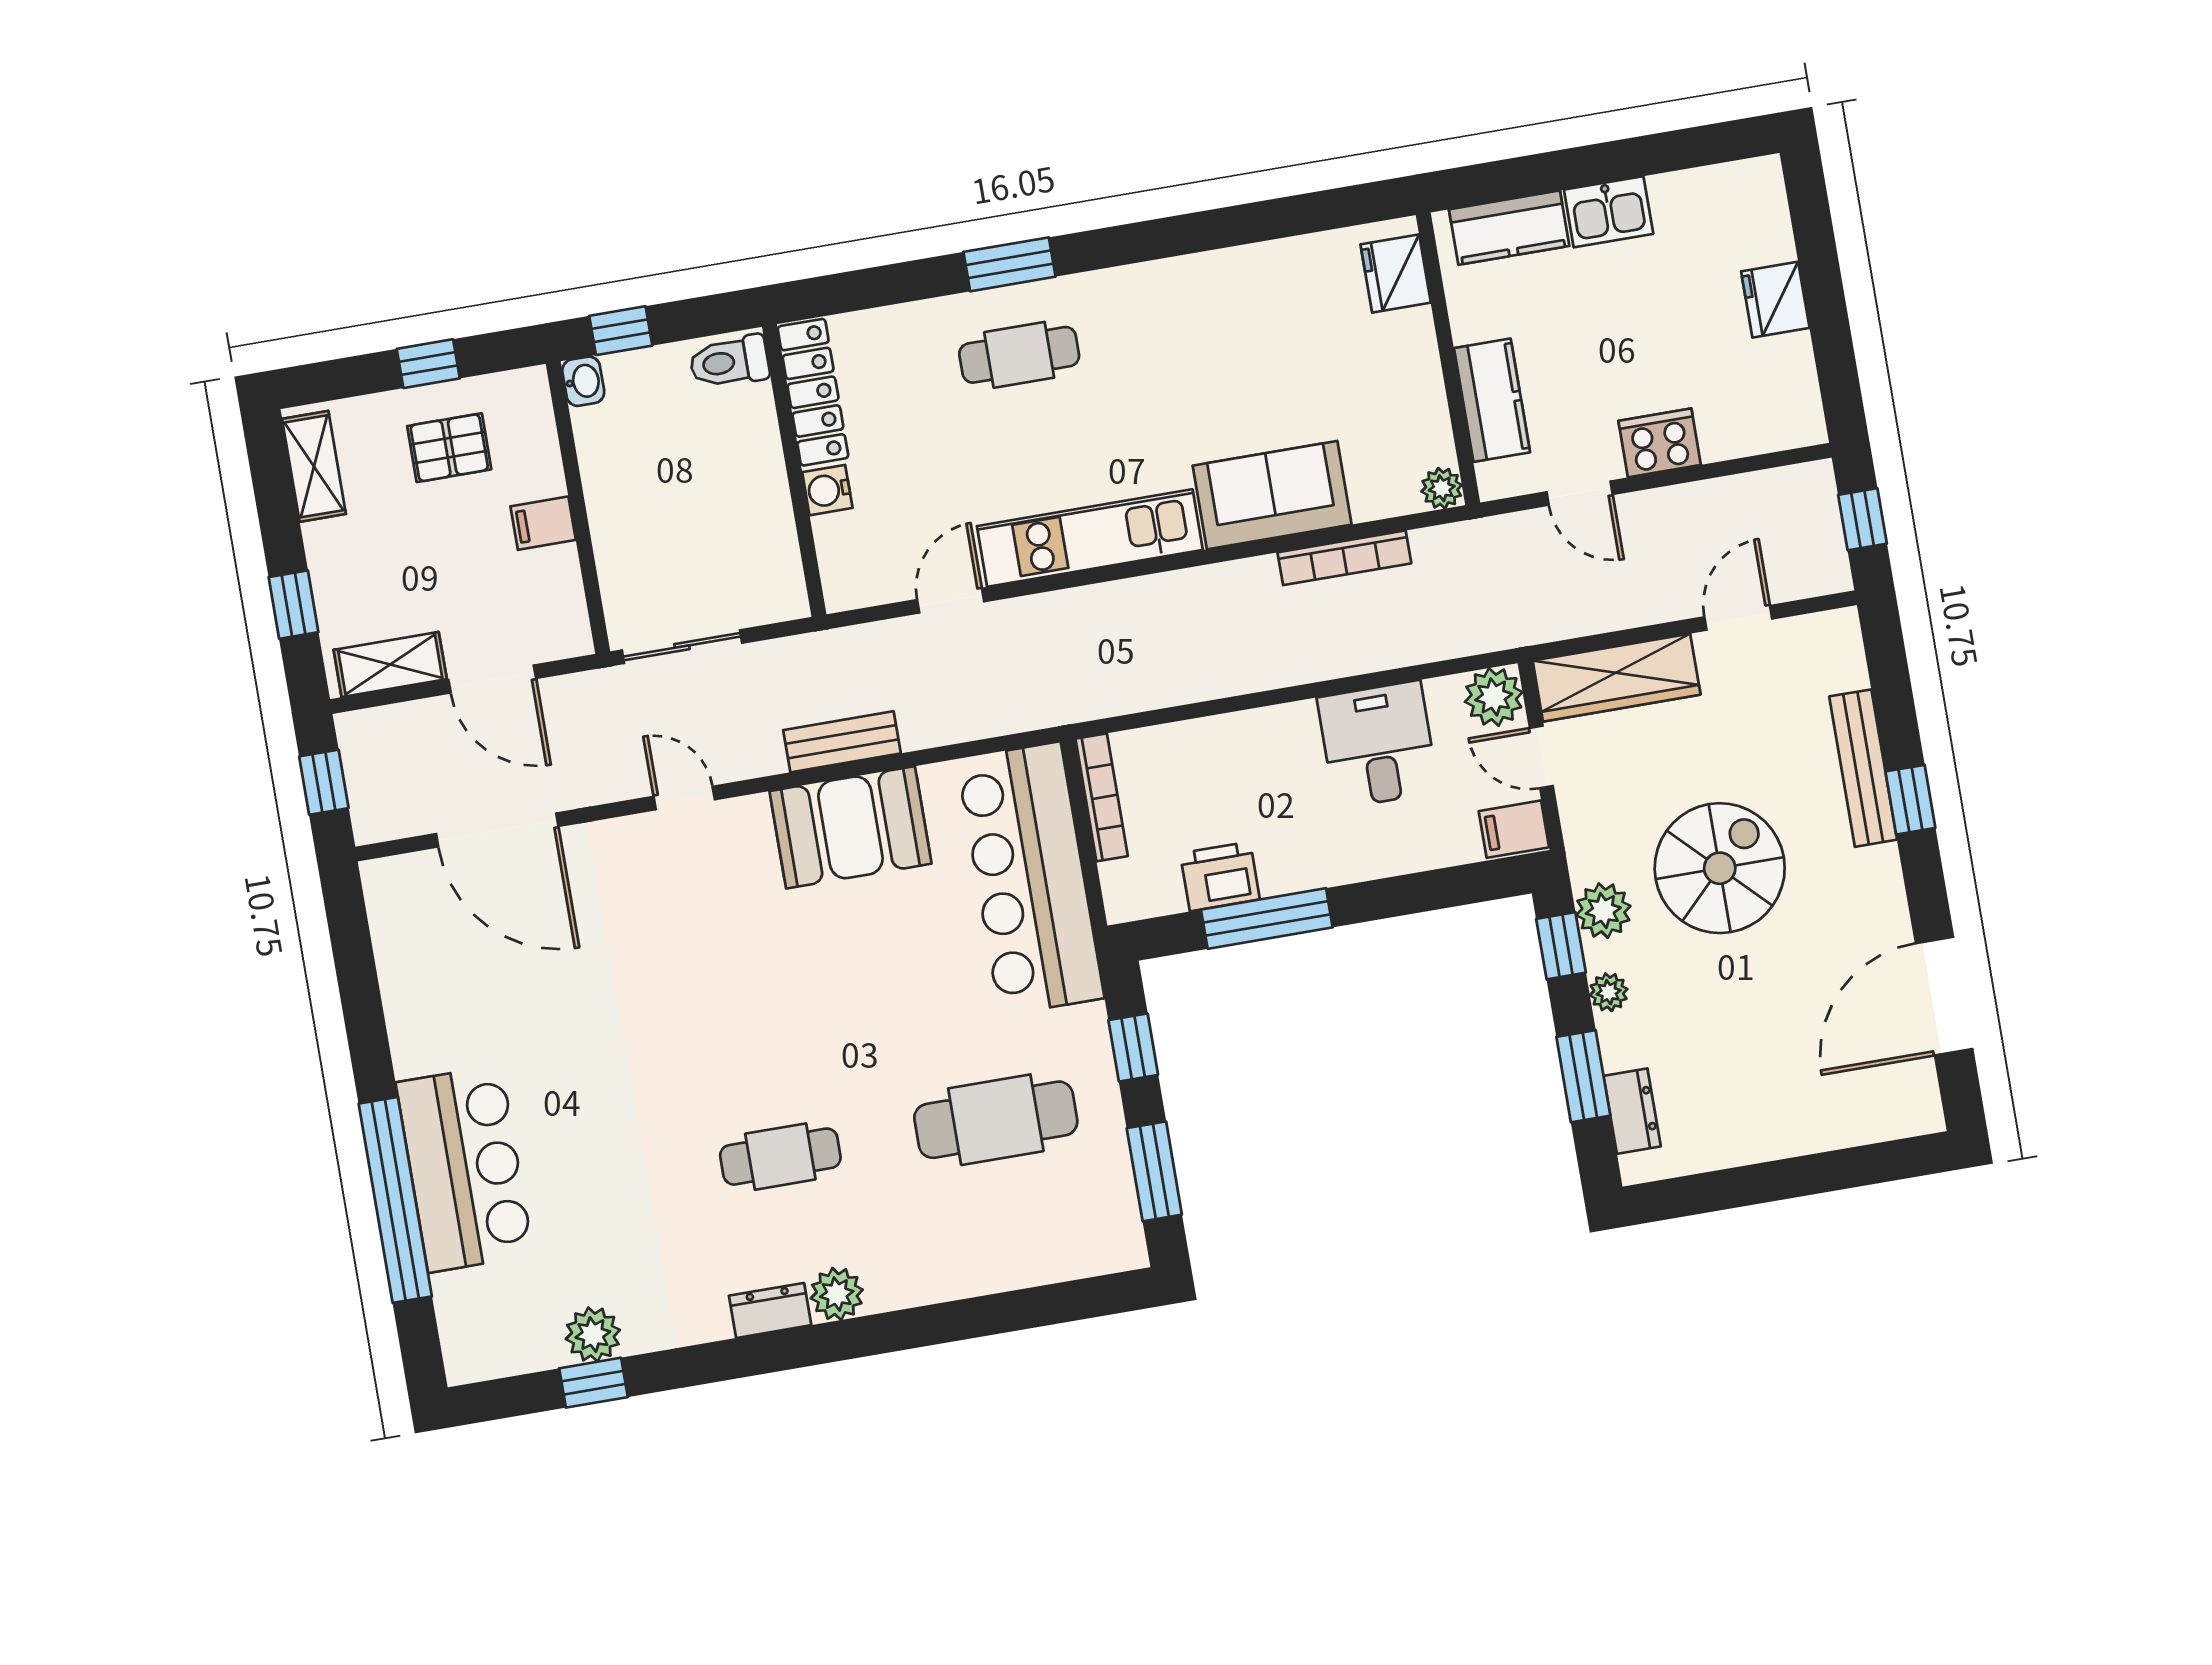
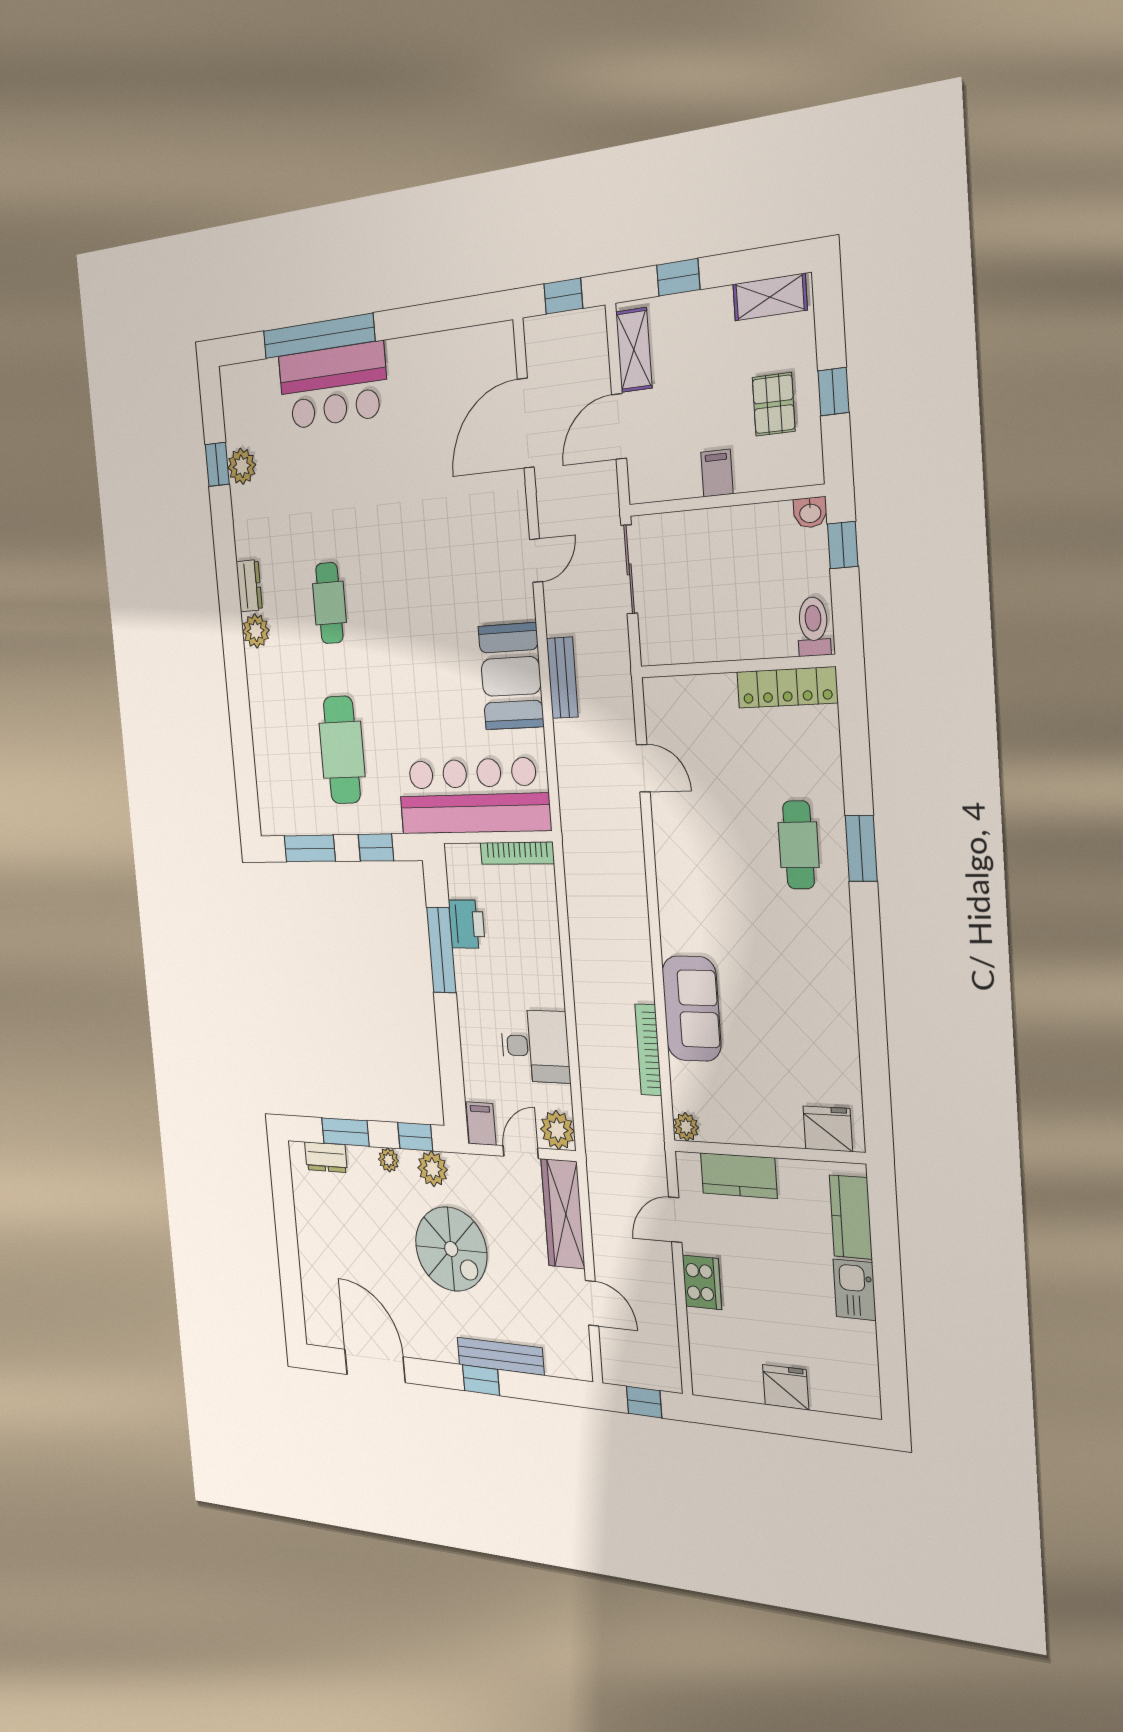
water cooler: (827, 490) -> (721, 689), removed
kitchen unit: (1090, 538) -> (675, 875), removed

